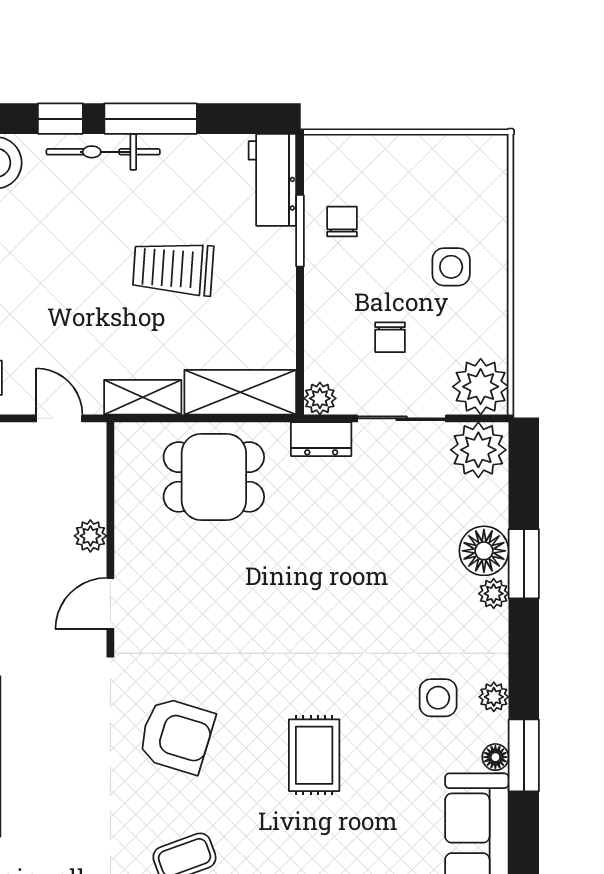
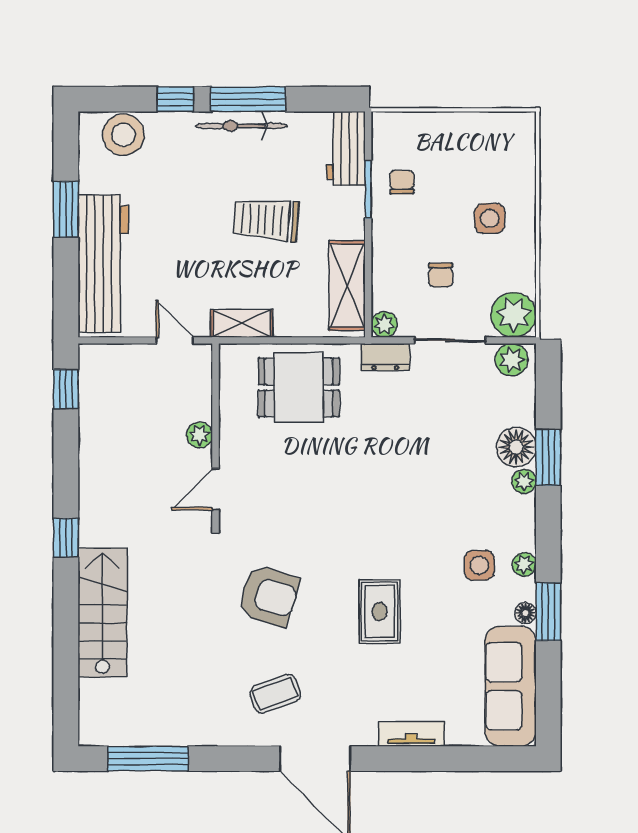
bicycle: (103, 152) -> (241, 126), moved
shelving: (240, 392) -> (347, 285), moved, turned 90
plant: (478, 450) -> (512, 360), width x0.73, depth x0.73

